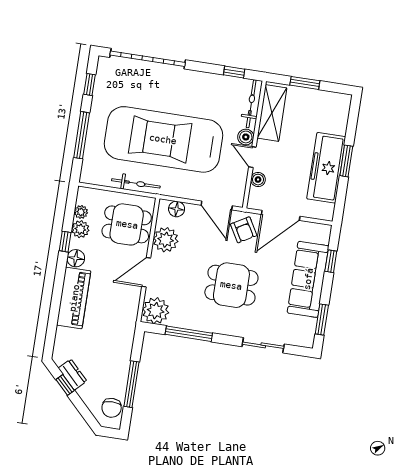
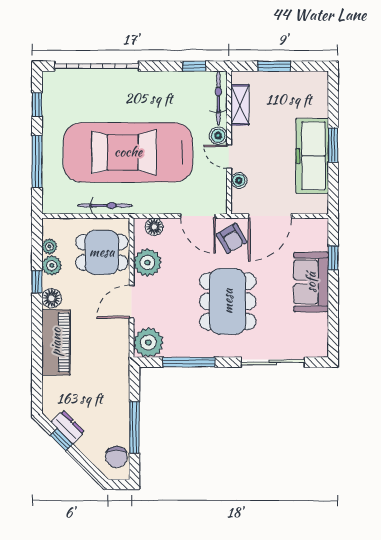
shelving: (272, 113) -> (240, 105), width x0.67, depth x0.75
sofa: (308, 279) -> (311, 282), width x0.73
dining table: (231, 285) -> (228, 301), width x1.37
window: (322, 319) -> (333, 324), removed
sliding door: (263, 345) -> (273, 362), width x1.37

